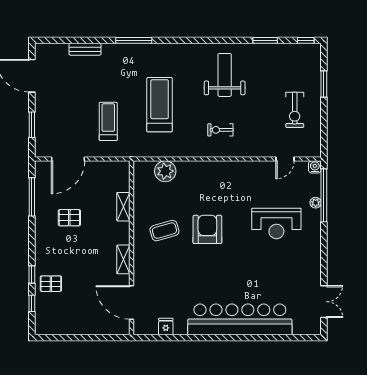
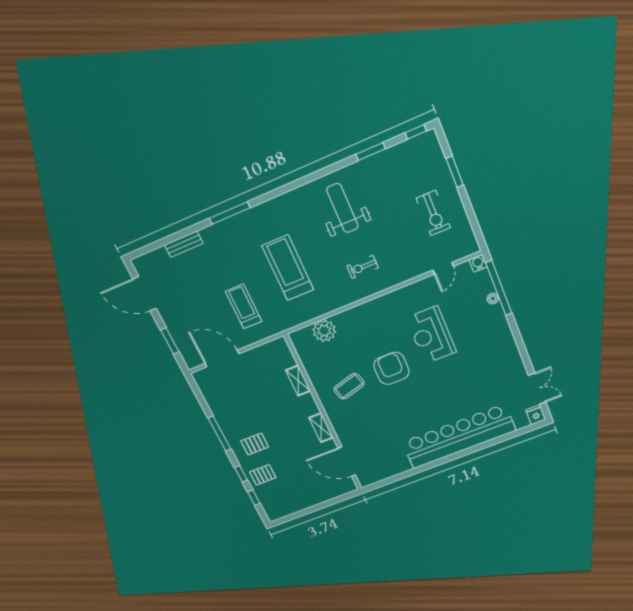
door: (68, 159) -> (222, 359), swing flipped
window: (32, 197) -> (219, 434), moved
pallet: (69, 218) -> (255, 444), moved
reception desk: (276, 223) -> (431, 335), moved, turned 90
fridge: (166, 327) -> (536, 415), moved

